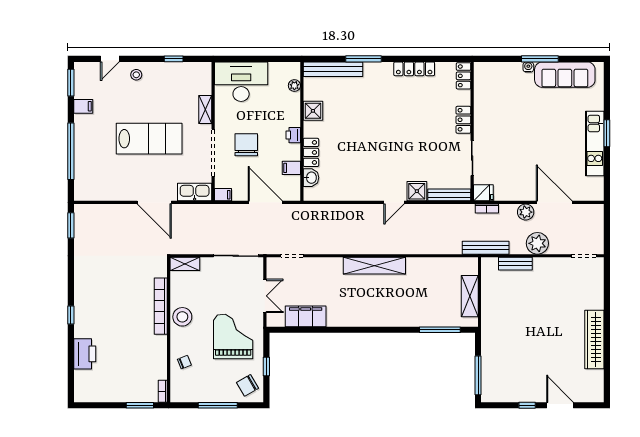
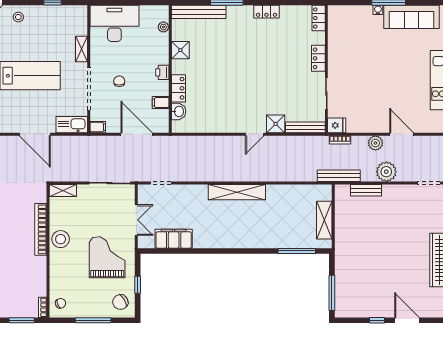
locker: (414, 69) -> (267, 12), width x0.66
chair: (246, 145) -> (119, 81), width x0.54, depth x0.54
door: (554, 202) -> (402, 134), width x0.73
chair: (184, 362) -> (61, 303), moved

